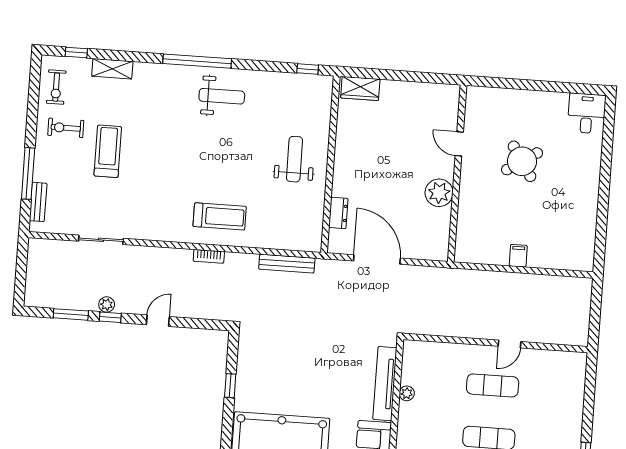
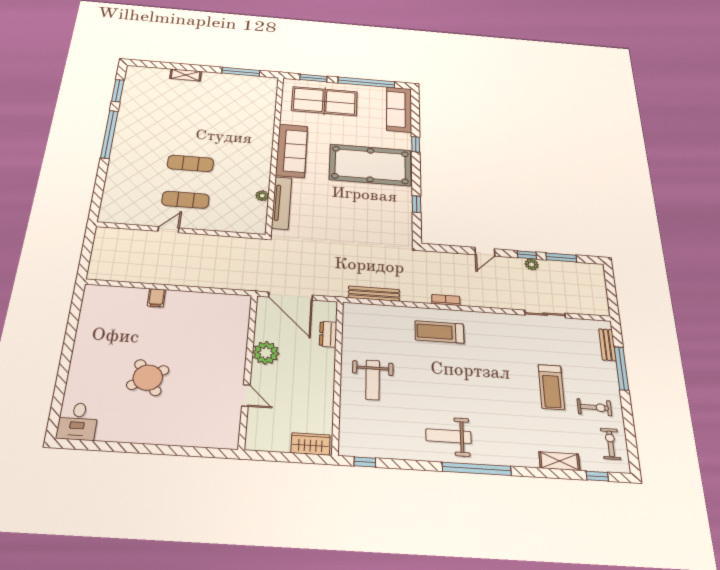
door: (459, 144) -> (246, 395), moved
wall: (457, 173) -> (248, 369), moved
plant: (439, 193) -> (266, 353), moved

